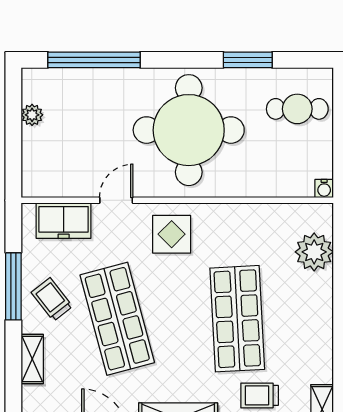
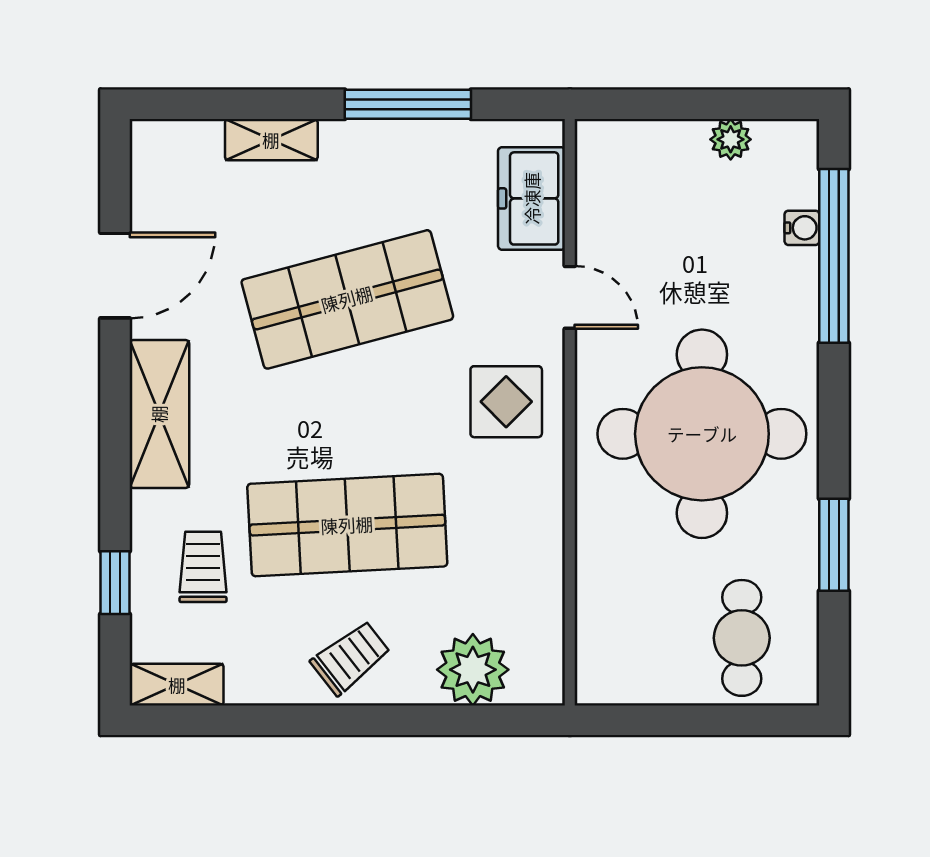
water cooler: (324, 189) -> (802, 228), moved, turned 180
trolley: (52, 299) -> (351, 658), moved

